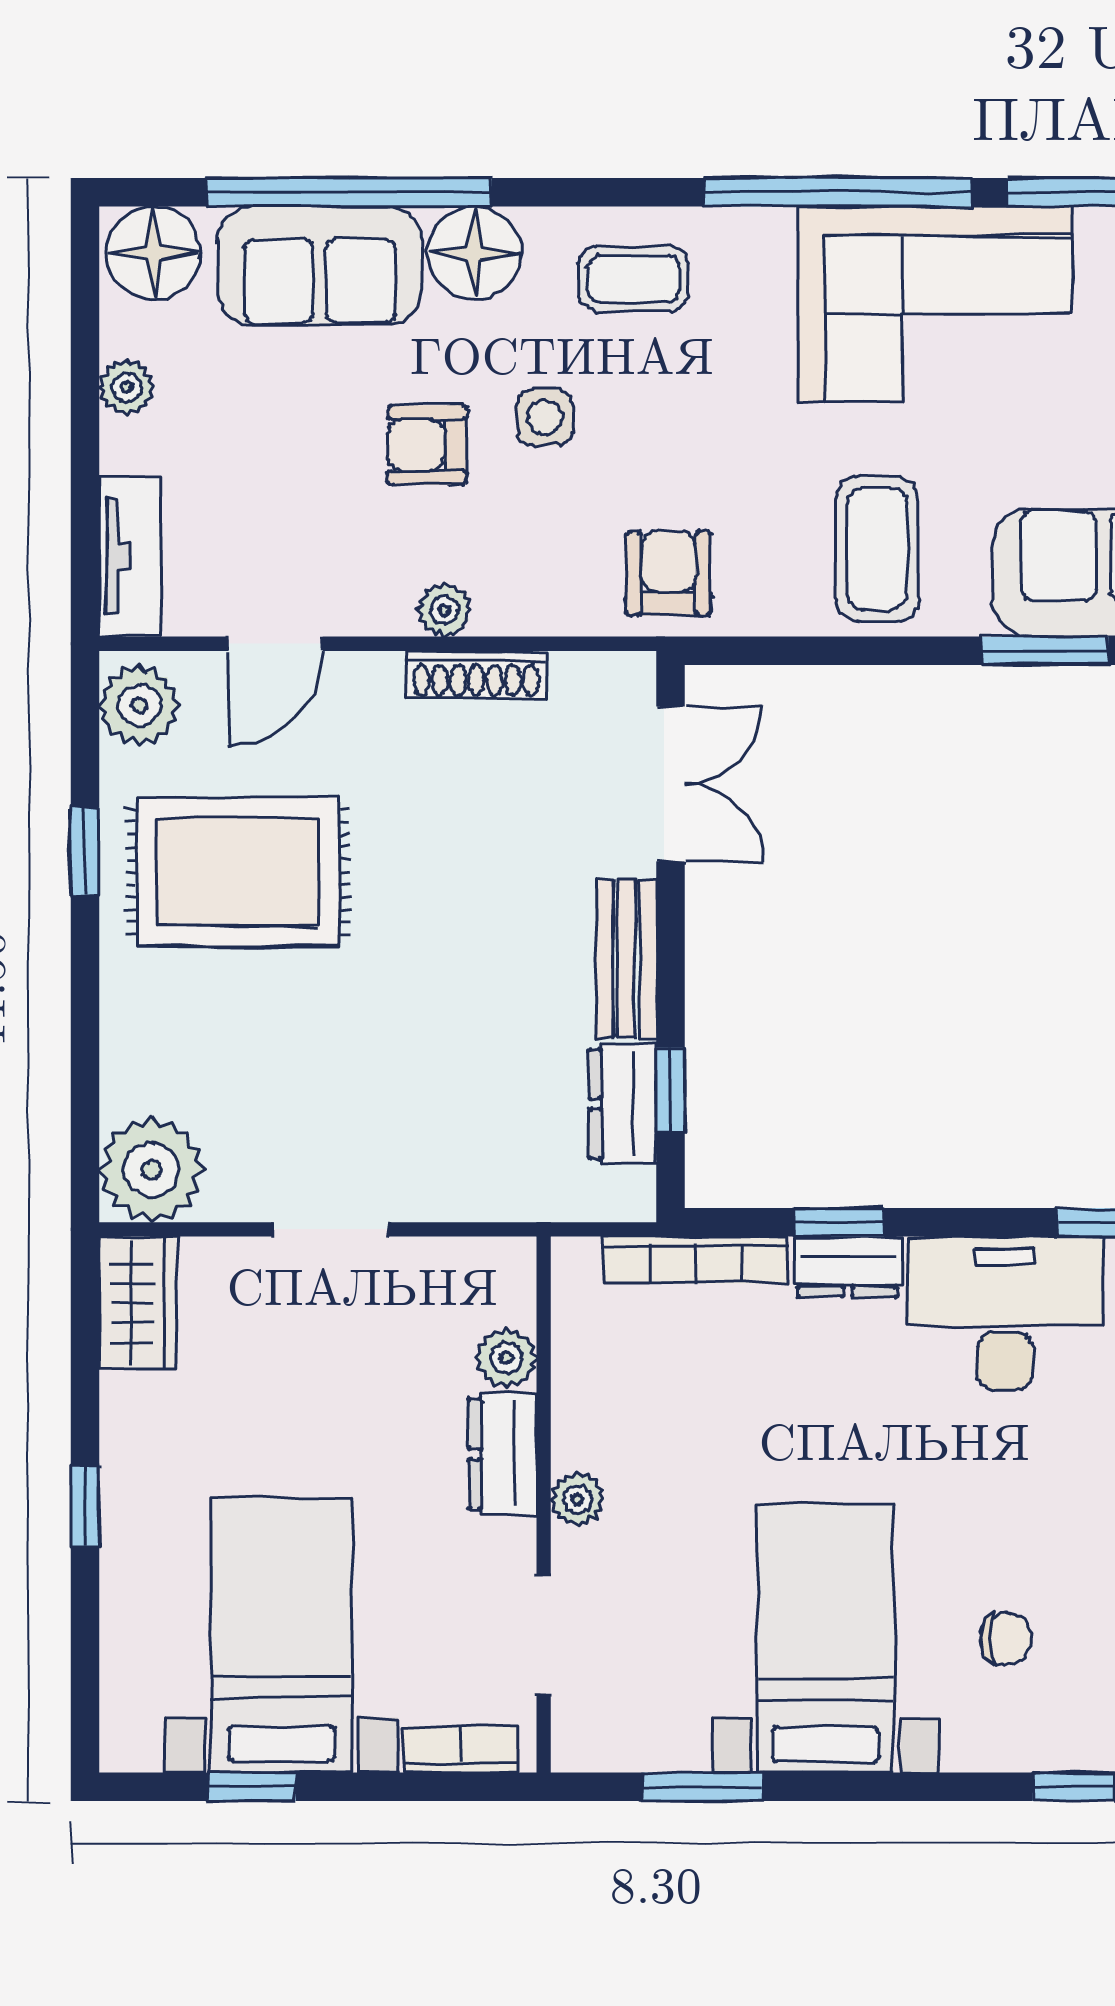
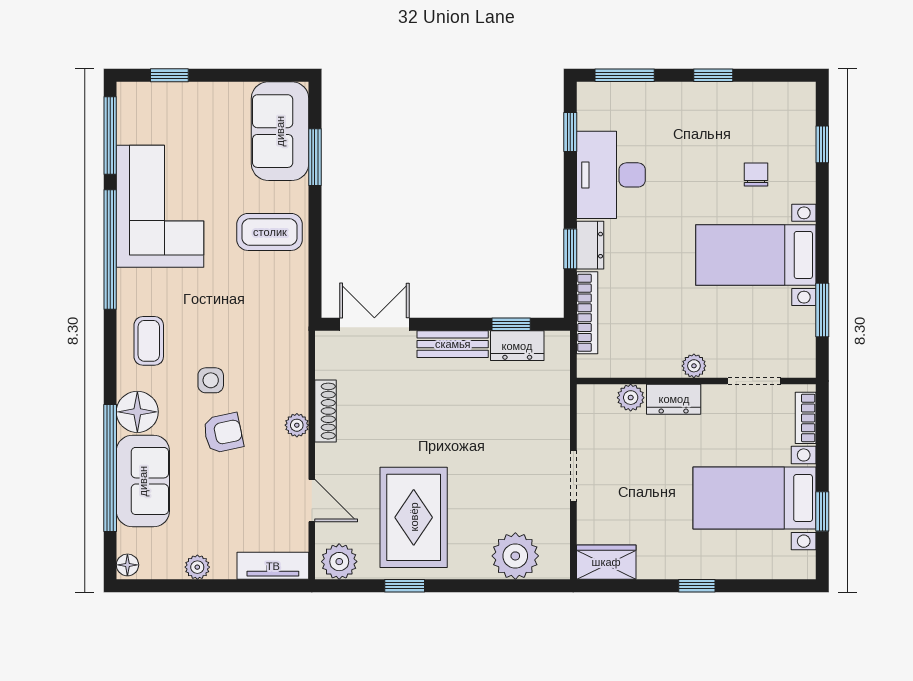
floor lamp: (153, 253) -> (127, 565), width x0.53, depth x0.53
armchair: (427, 445) -> (223, 433), turned -102
armchair: (669, 573) -> (280, 325), removed
plant: (152, 1170) -> (515, 556), moved

